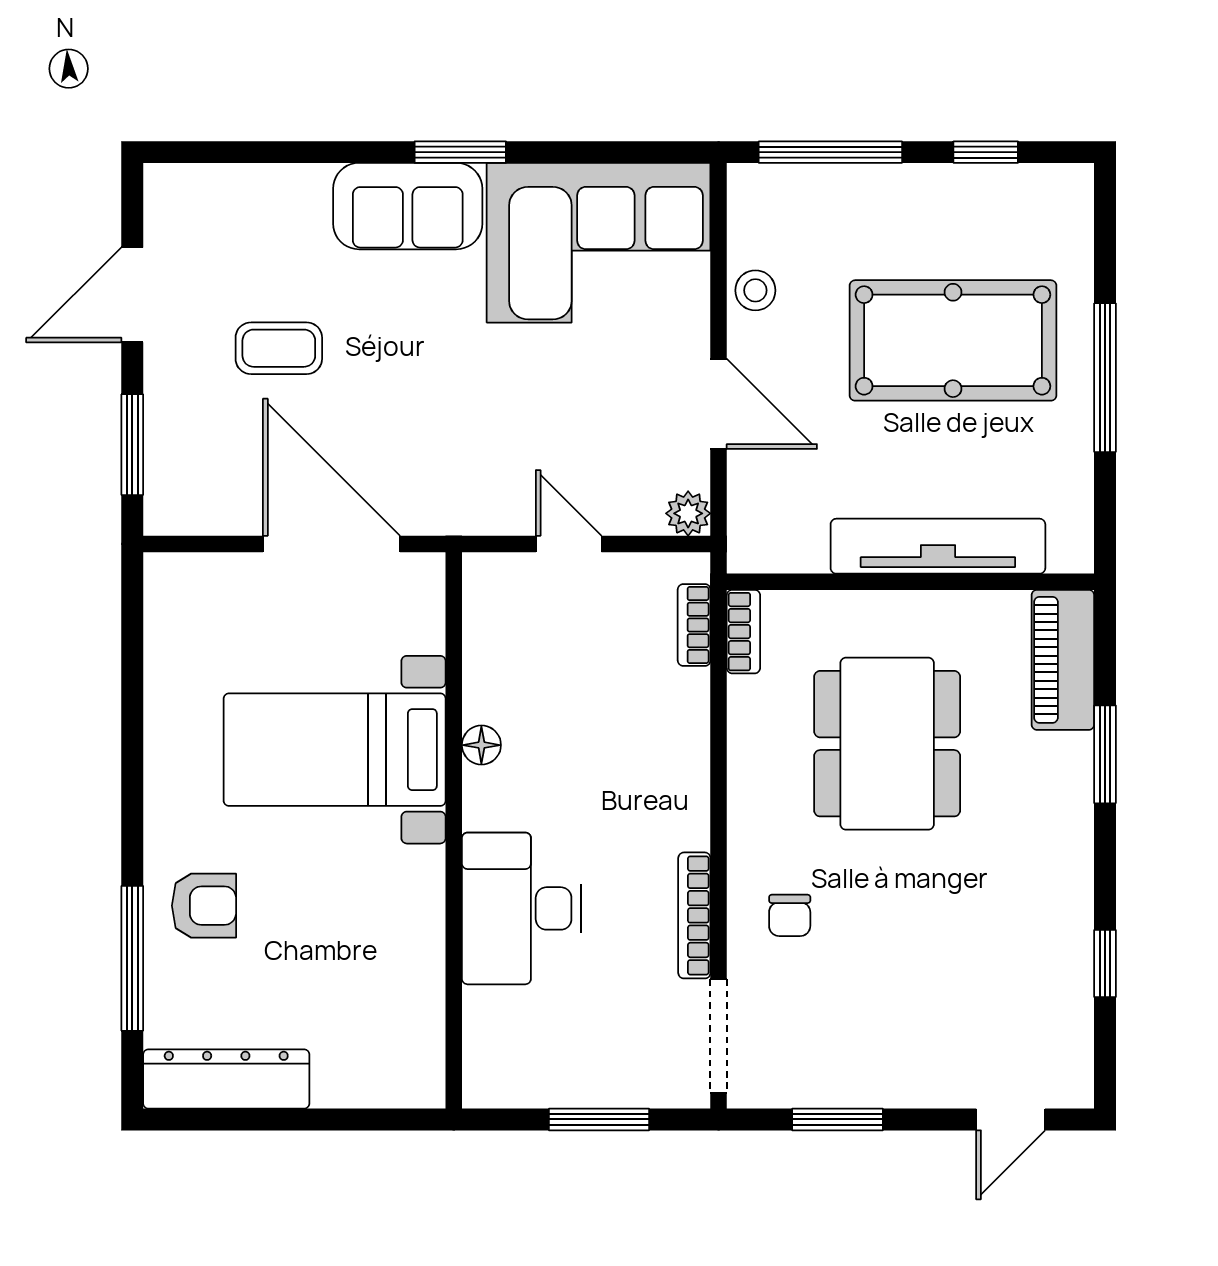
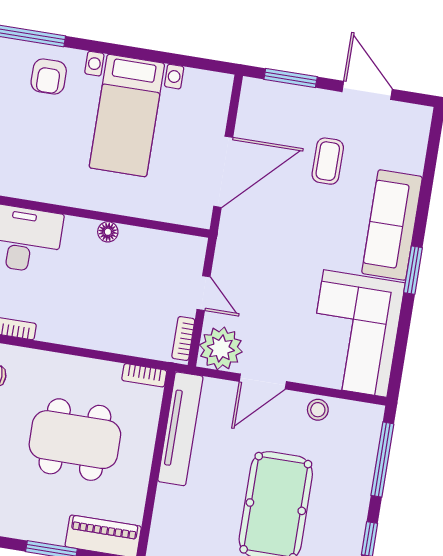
sofa: (408, 206) -> (392, 225), width x1.36
plant: (688, 513) -> (221, 348), width x1.87, depth x1.87
door: (569, 544) -> (204, 293), hinge flipped
tv unit: (938, 546) -> (180, 429), moved
bookcase: (694, 625) -> (183, 339), moved, turned -90
bed with nightstands: (335, 750) -> (127, 116), moved, turned 180

